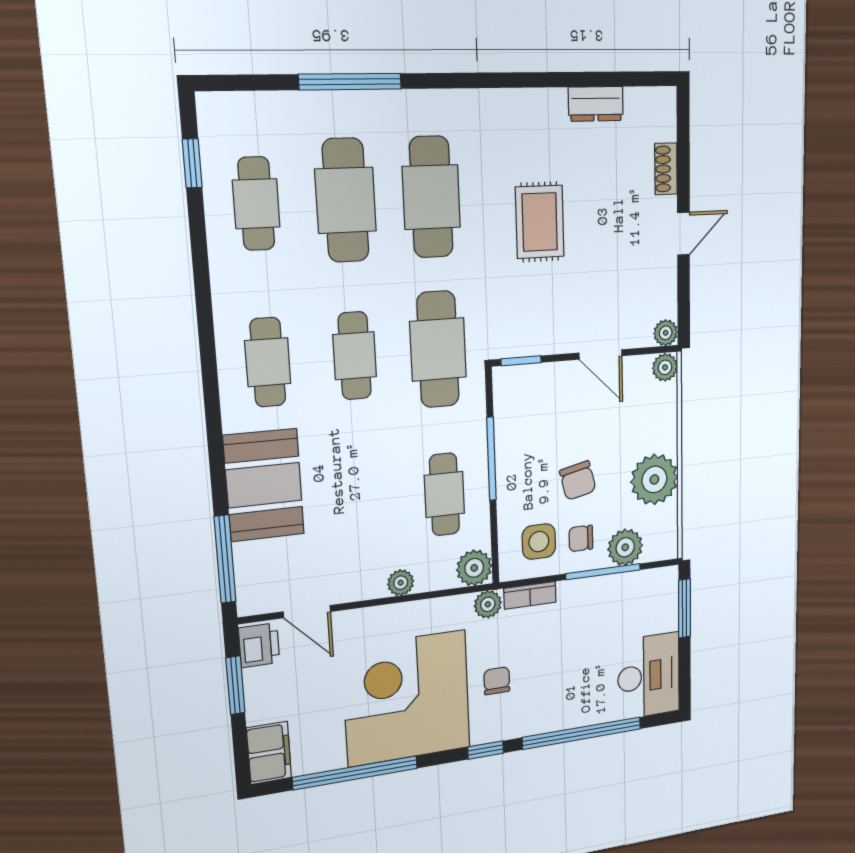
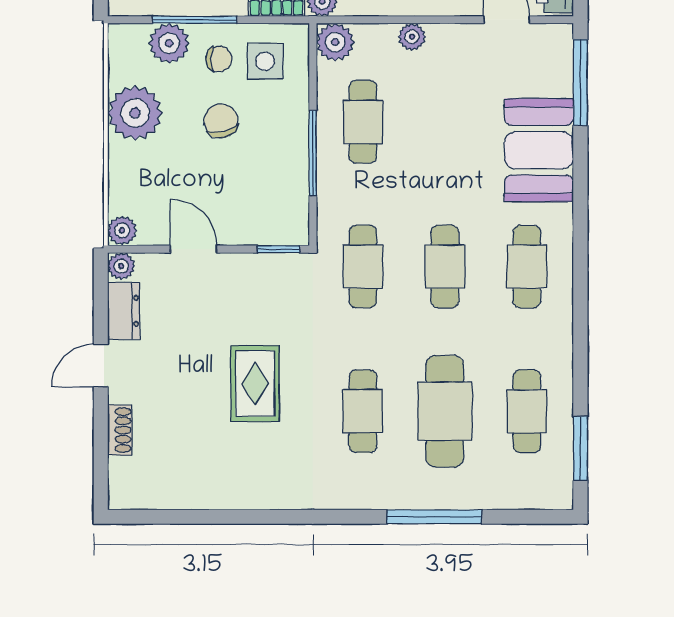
dresser: (596, 104) -> (124, 311), moved, turned 90
window: (192, 163) -> (580, 448), width x1.50
cafe table: (431, 197) -> (363, 411), width x0.73, depth x0.74
cafe table: (438, 349) -> (363, 267), width x0.73, depth x0.74

